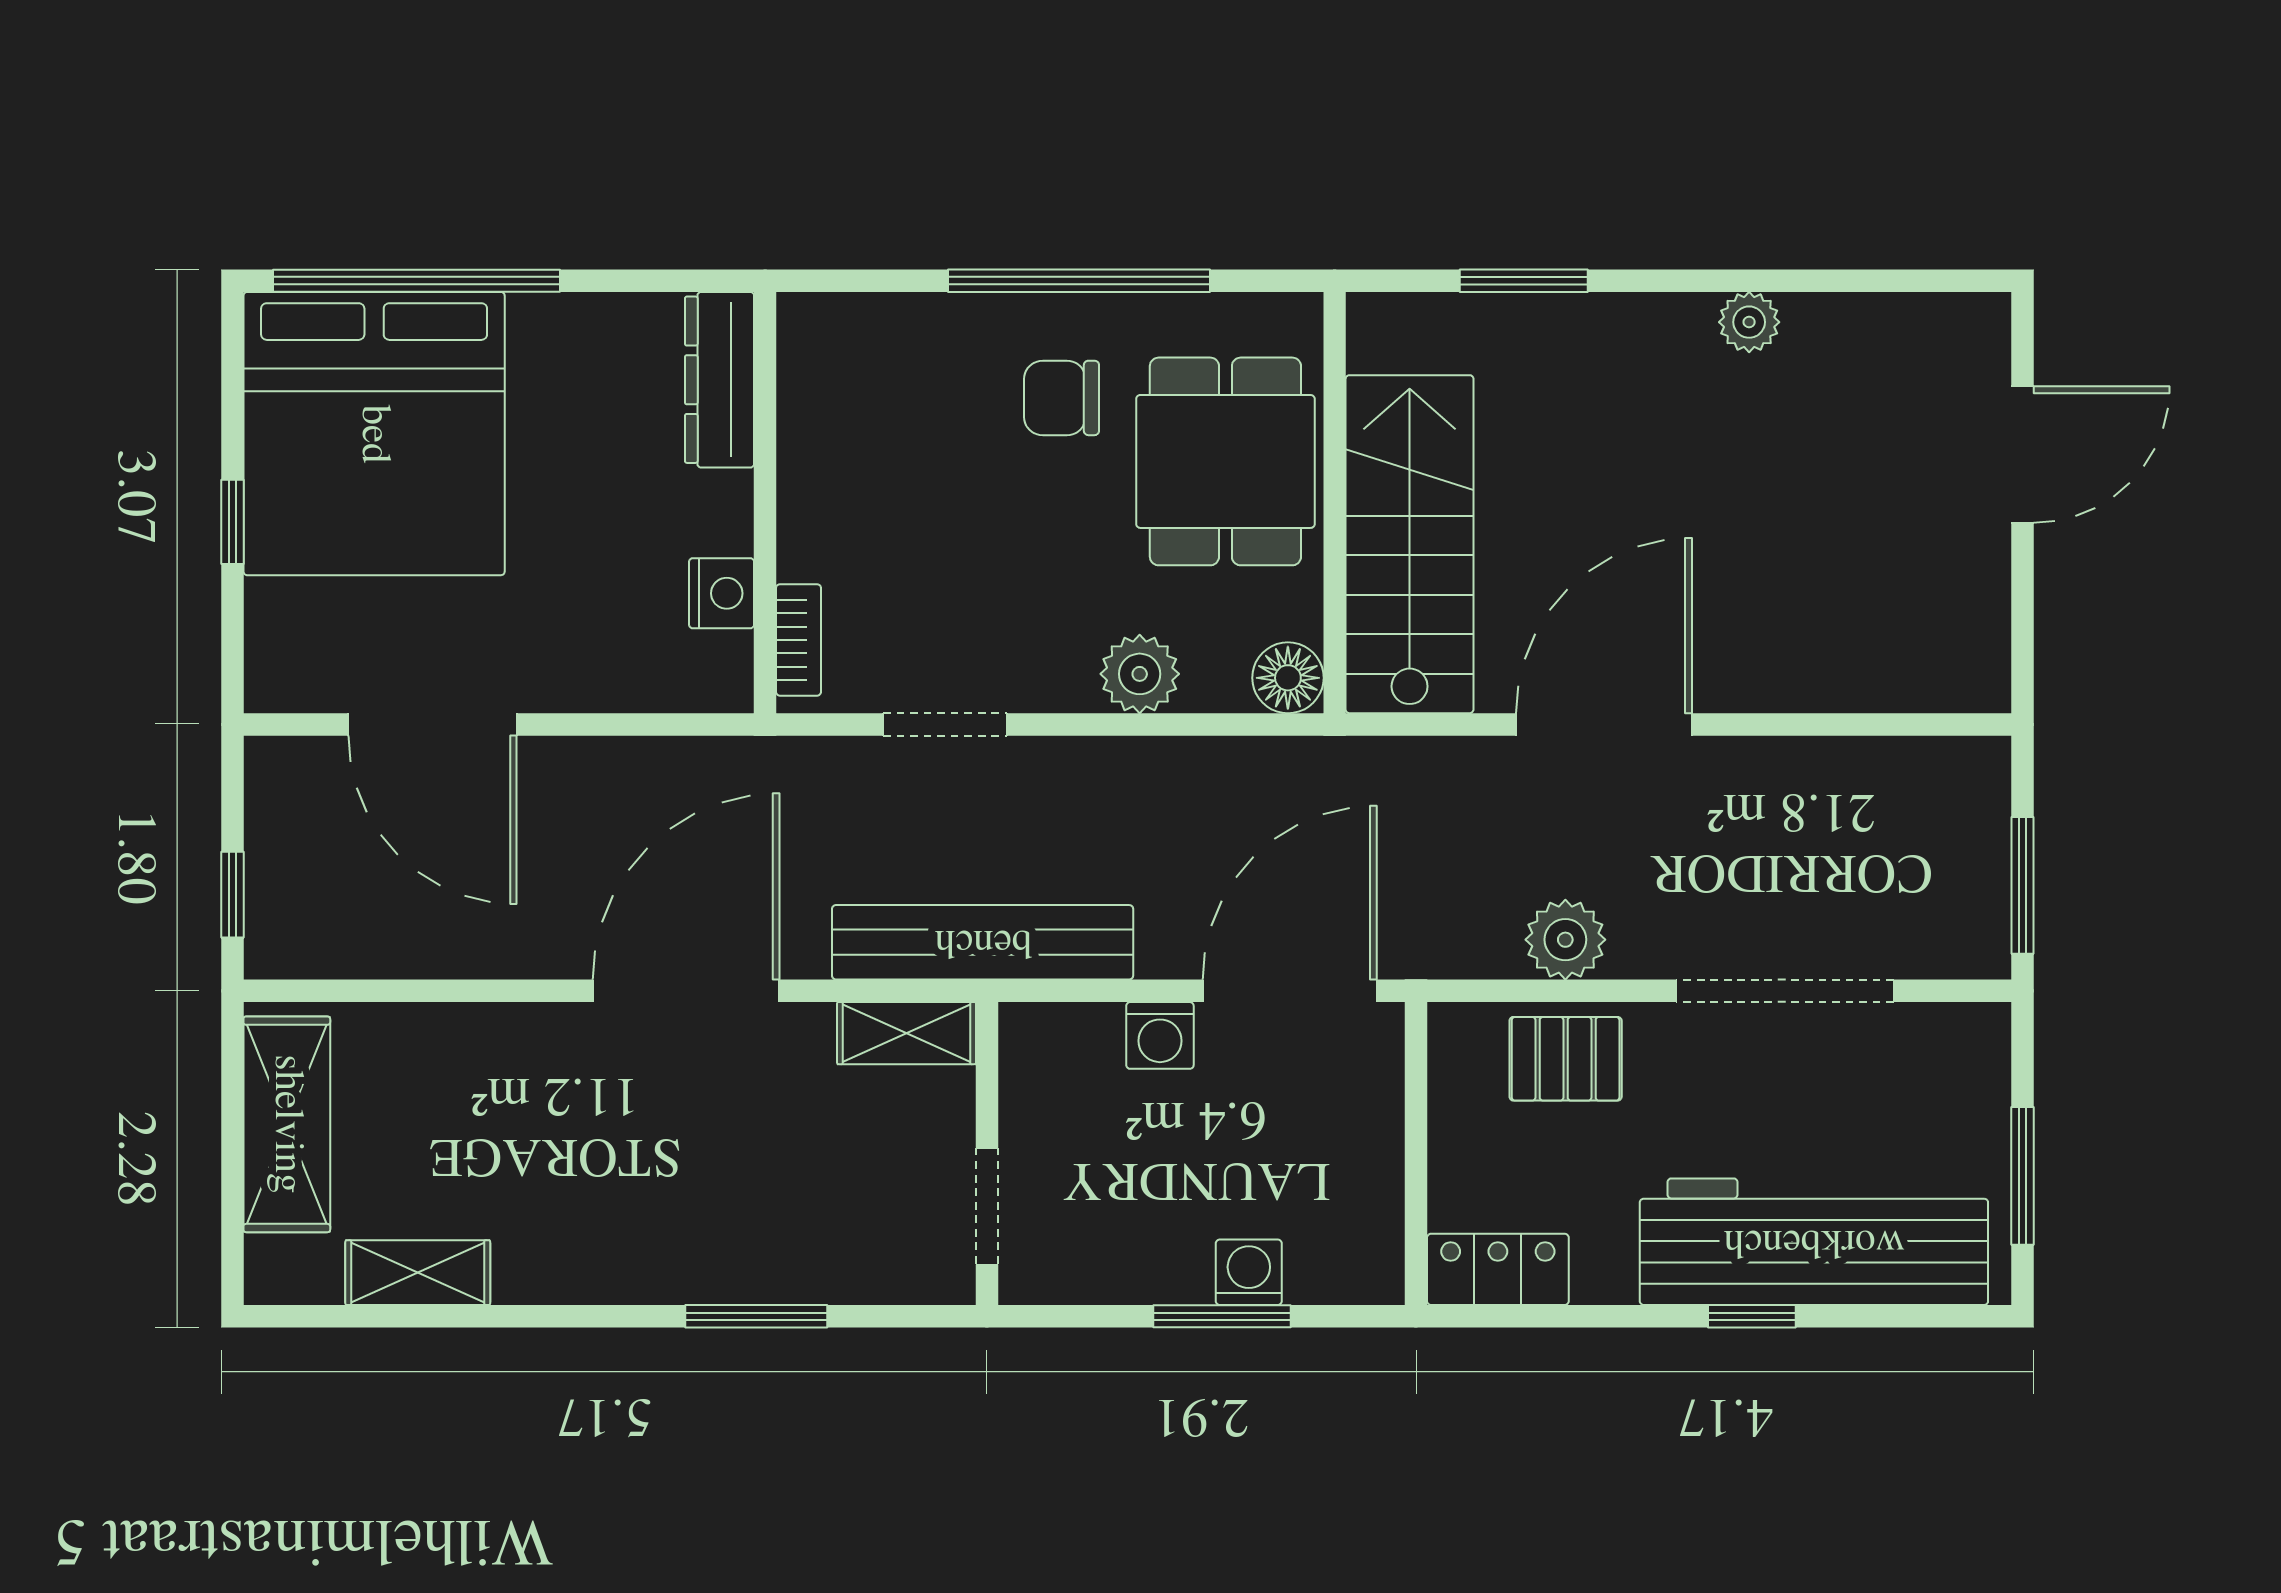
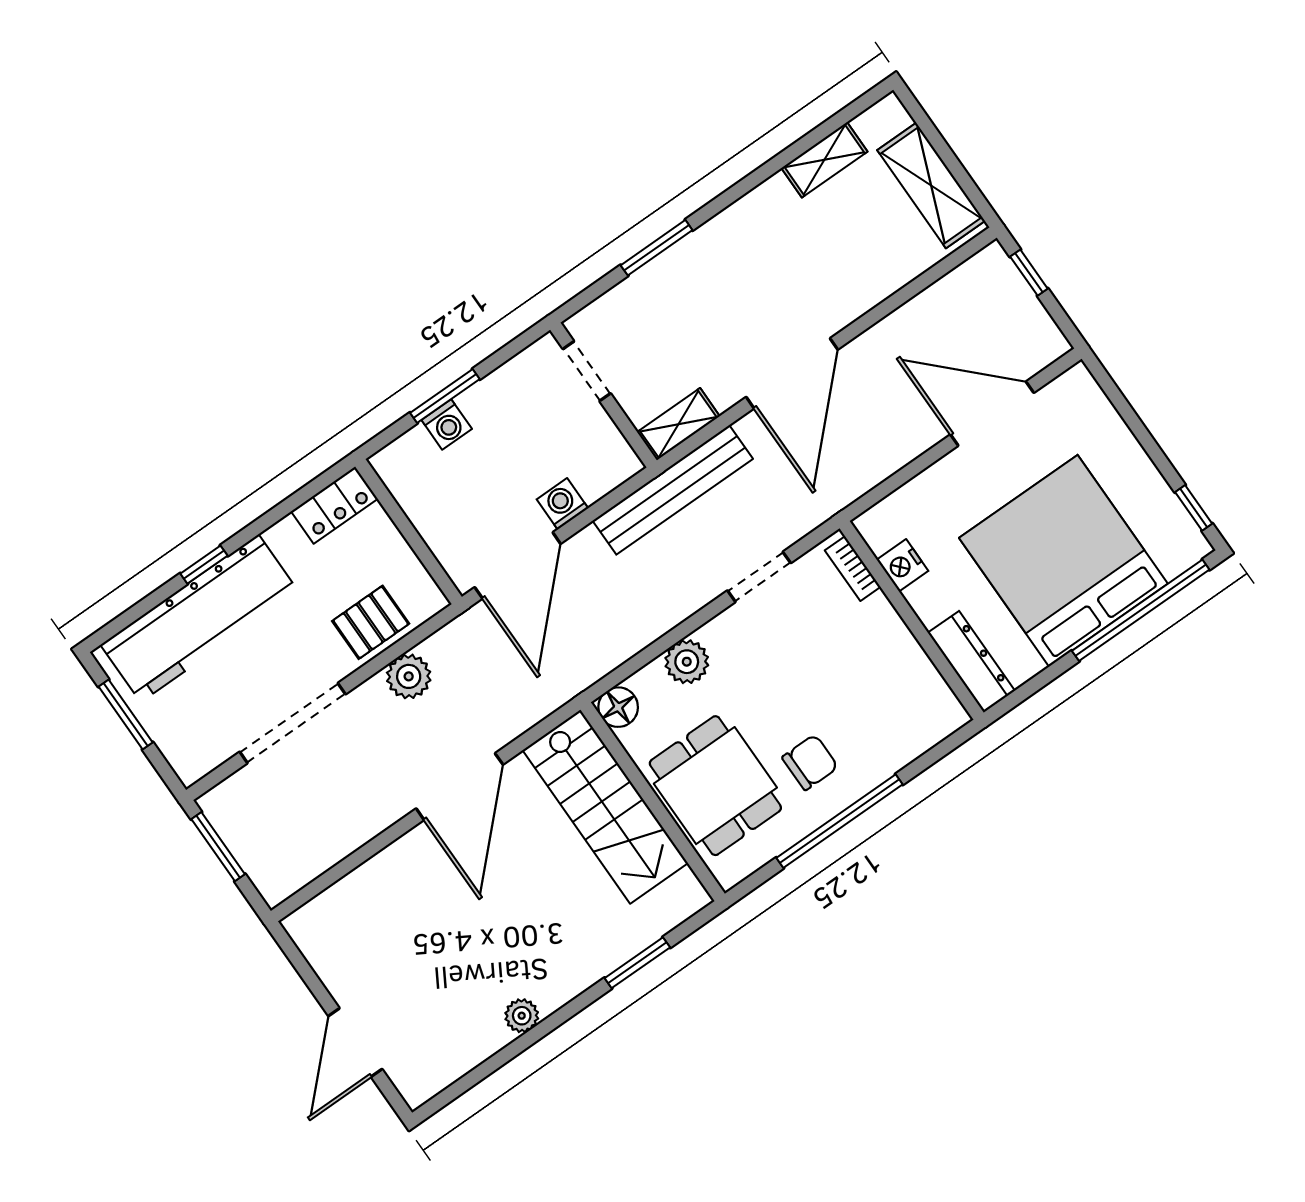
bed: (374, 434) -> (1063, 561), moved
window: (232, 522) -> (1194, 508), moved

